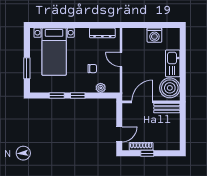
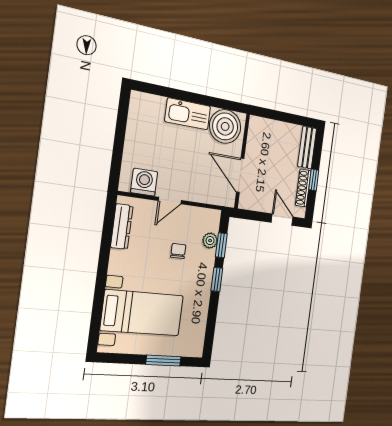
washing machine: (154, 35) -> (144, 182), moved, turned -90
window: (57, 96) -> (221, 245), moved
bench: (167, 108) -> (307, 147), moved

